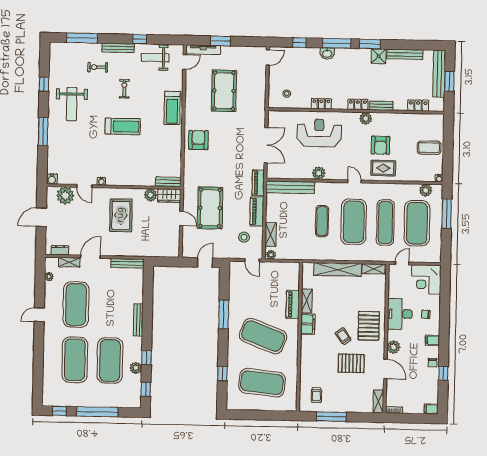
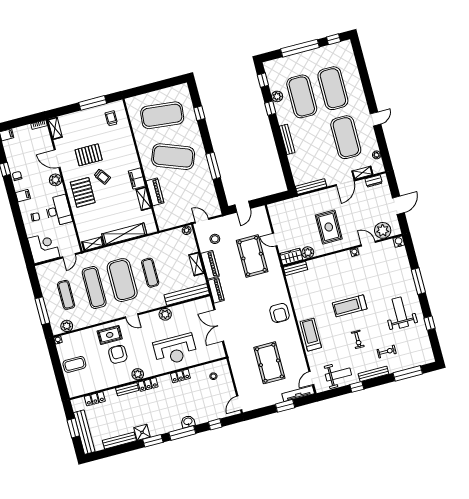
exercise mat: (417, 223) -> (66, 295), width x0.50, depth x0.69
shelving: (271, 234) -> (196, 264), moved

